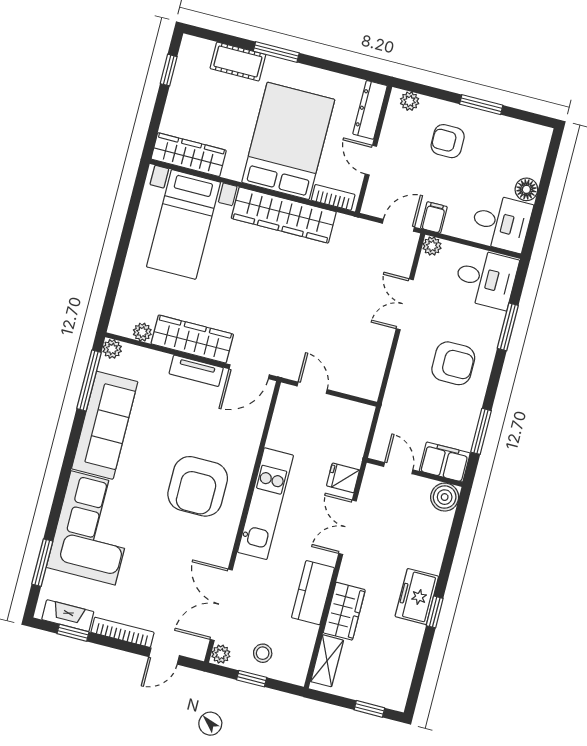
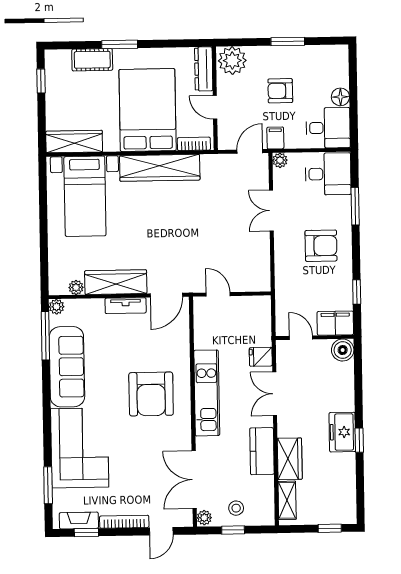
plant: (410, 101) -> (232, 61), width x1.88, depth x1.88
armchair: (448, 141) -> (280, 91), moved
window: (481, 431) -> (357, 292), width x0.67

